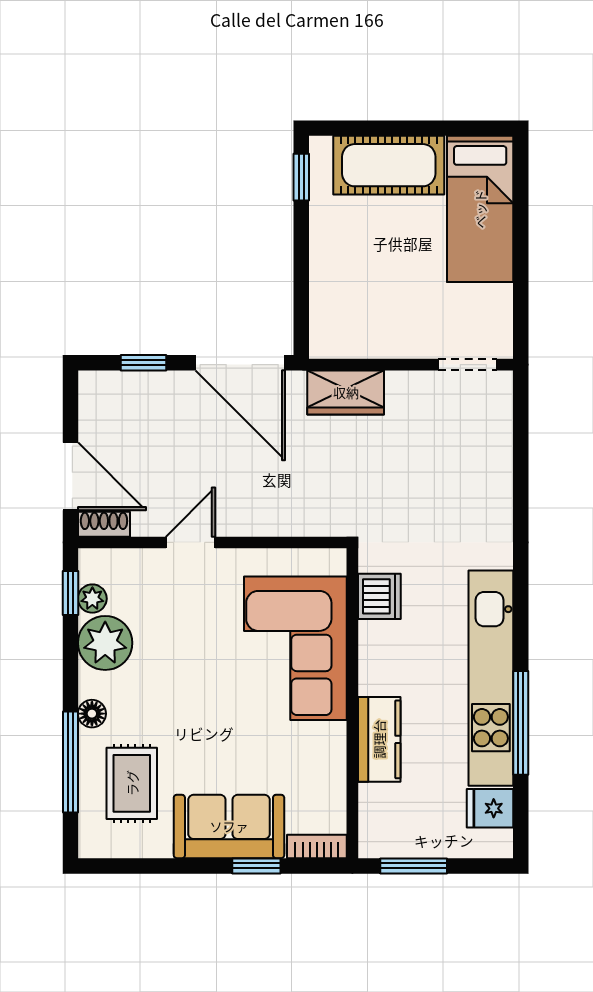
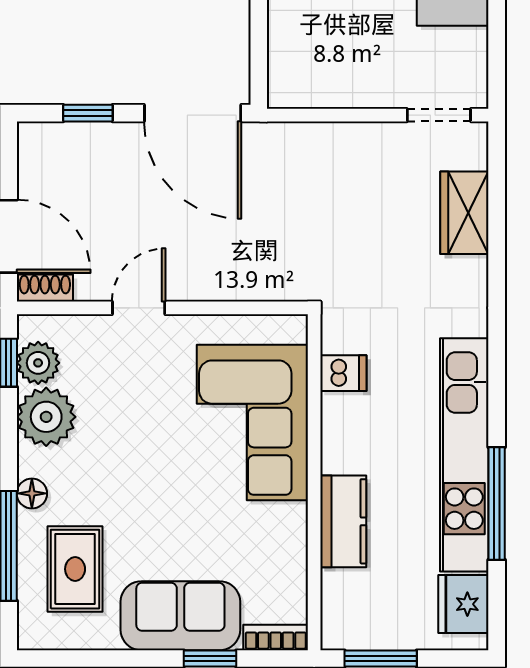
wardrobe: (346, 392) -> (464, 213), moved, turned 90
dishwasher: (379, 596) -> (343, 373), width x0.73
plant: (92, 599) -> (38, 363), width x1.38, depth x1.38
fridge: (490, 808) -> (463, 604), width x1.38

